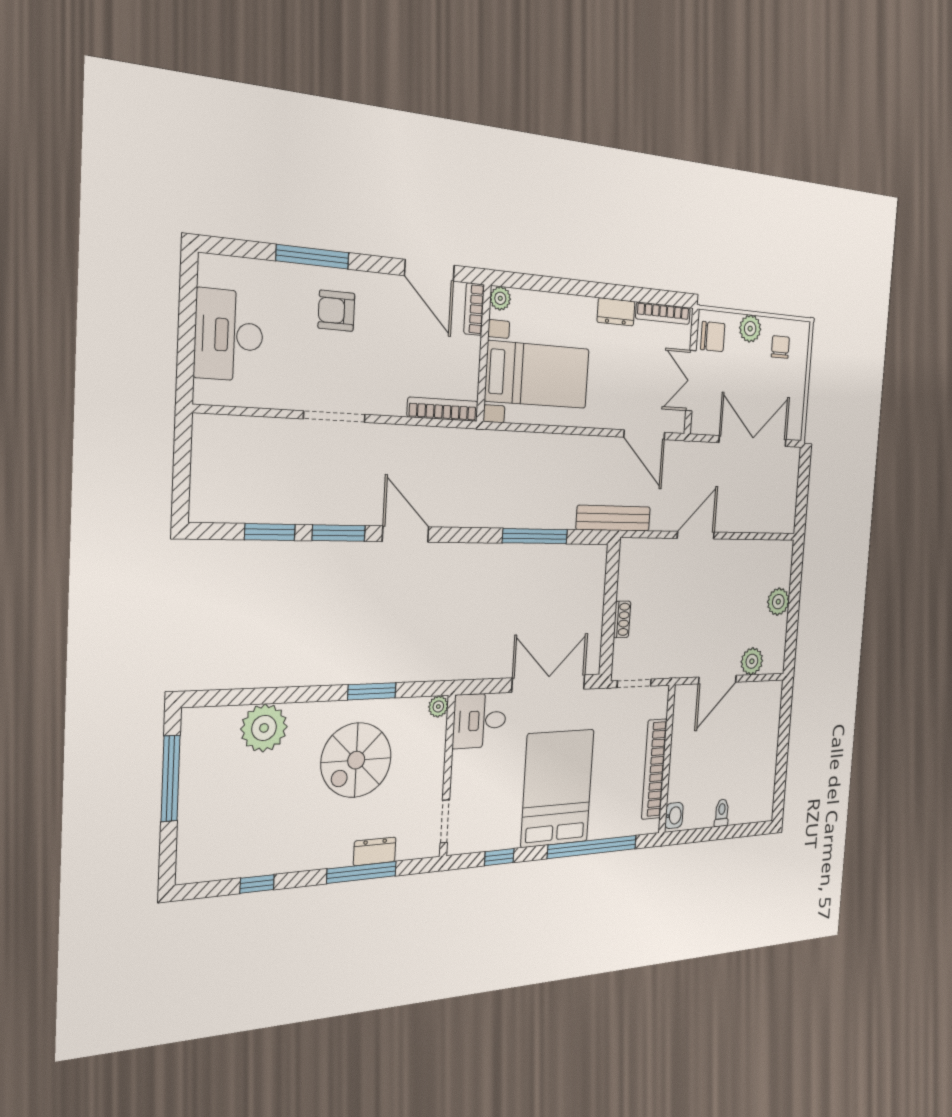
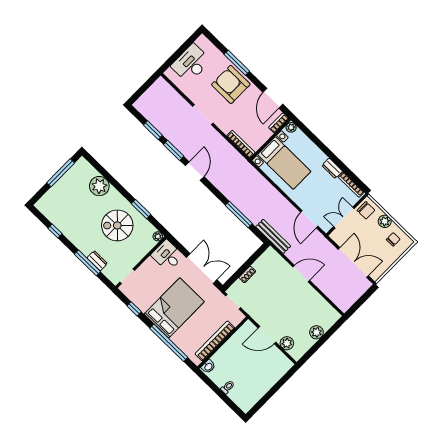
armchair: (336, 311) -> (231, 84), width x1.88, depth x1.88

